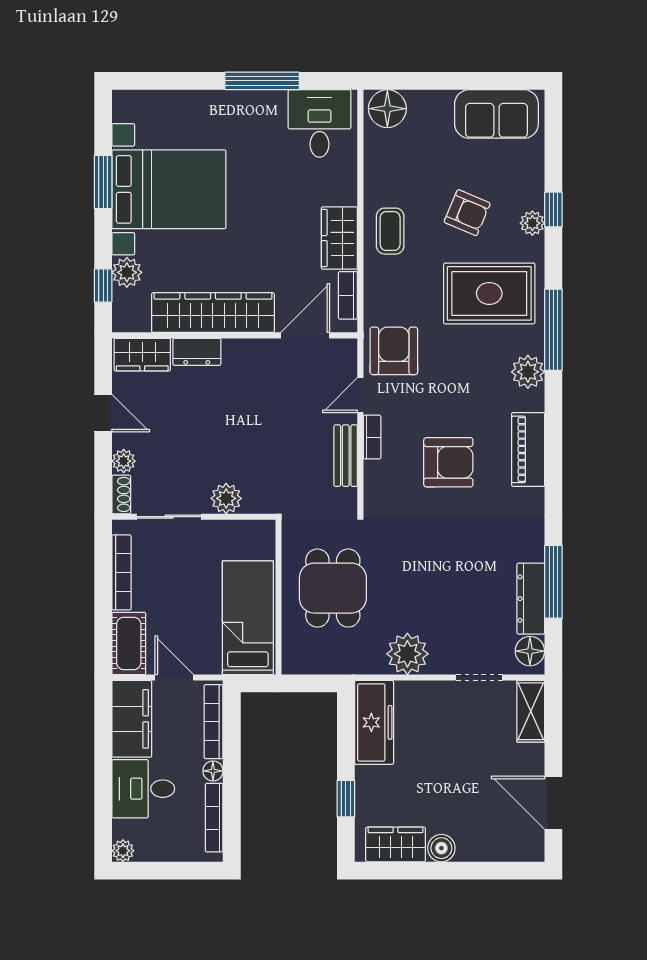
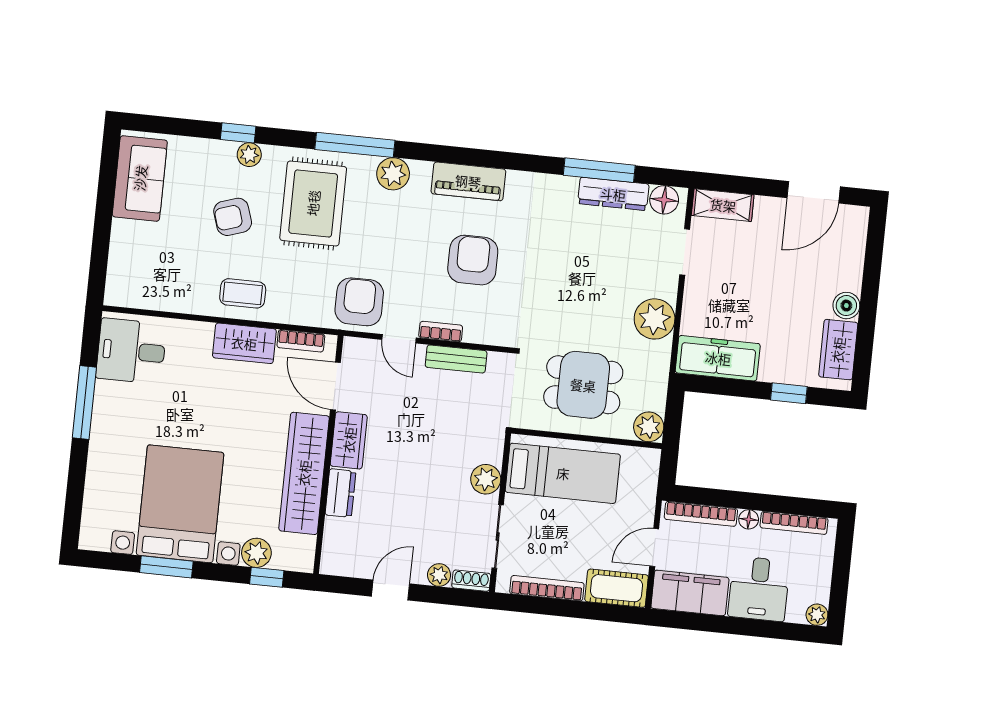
floor lamp: (387, 109) -> (124, 284), removed
armchair: (467, 213) -> (233, 217), turned -131
armchair: (394, 351) -> (359, 302), turned 90
wardrobe: (142, 355) -> (349, 440), moved
bed: (248, 618) -> (563, 473), moved, turned 180
plant: (297, 659) -> (649, 427), added

